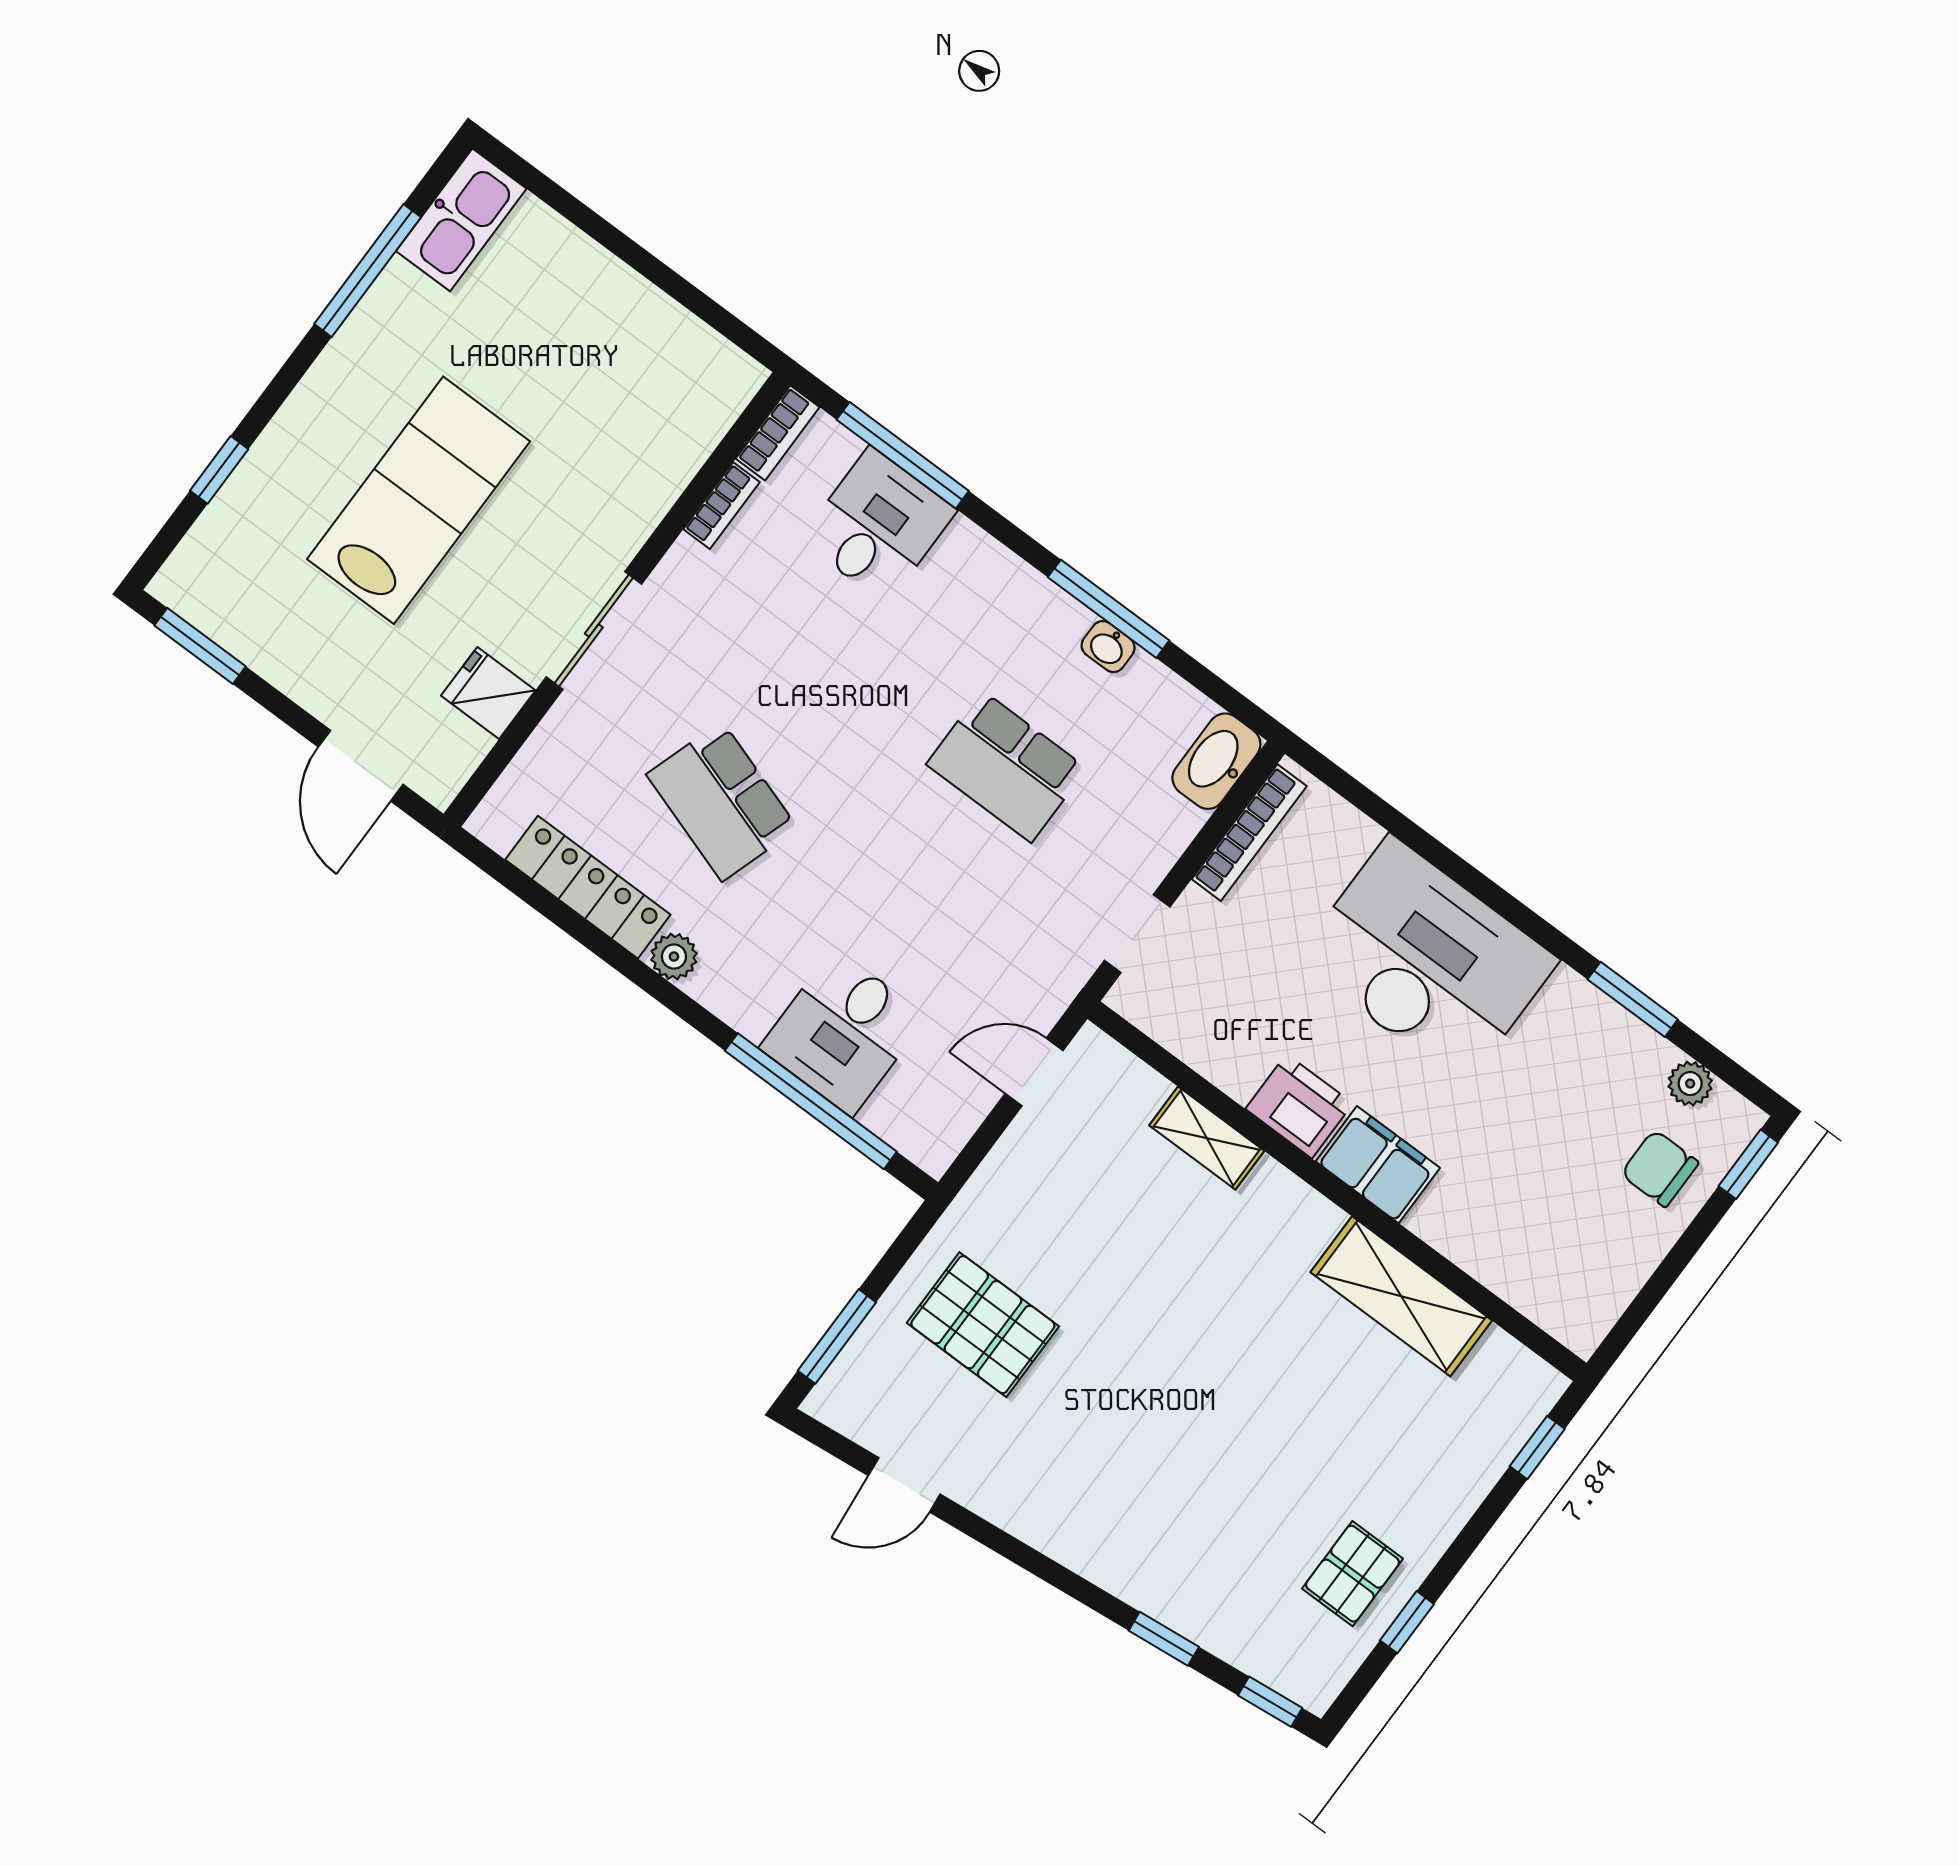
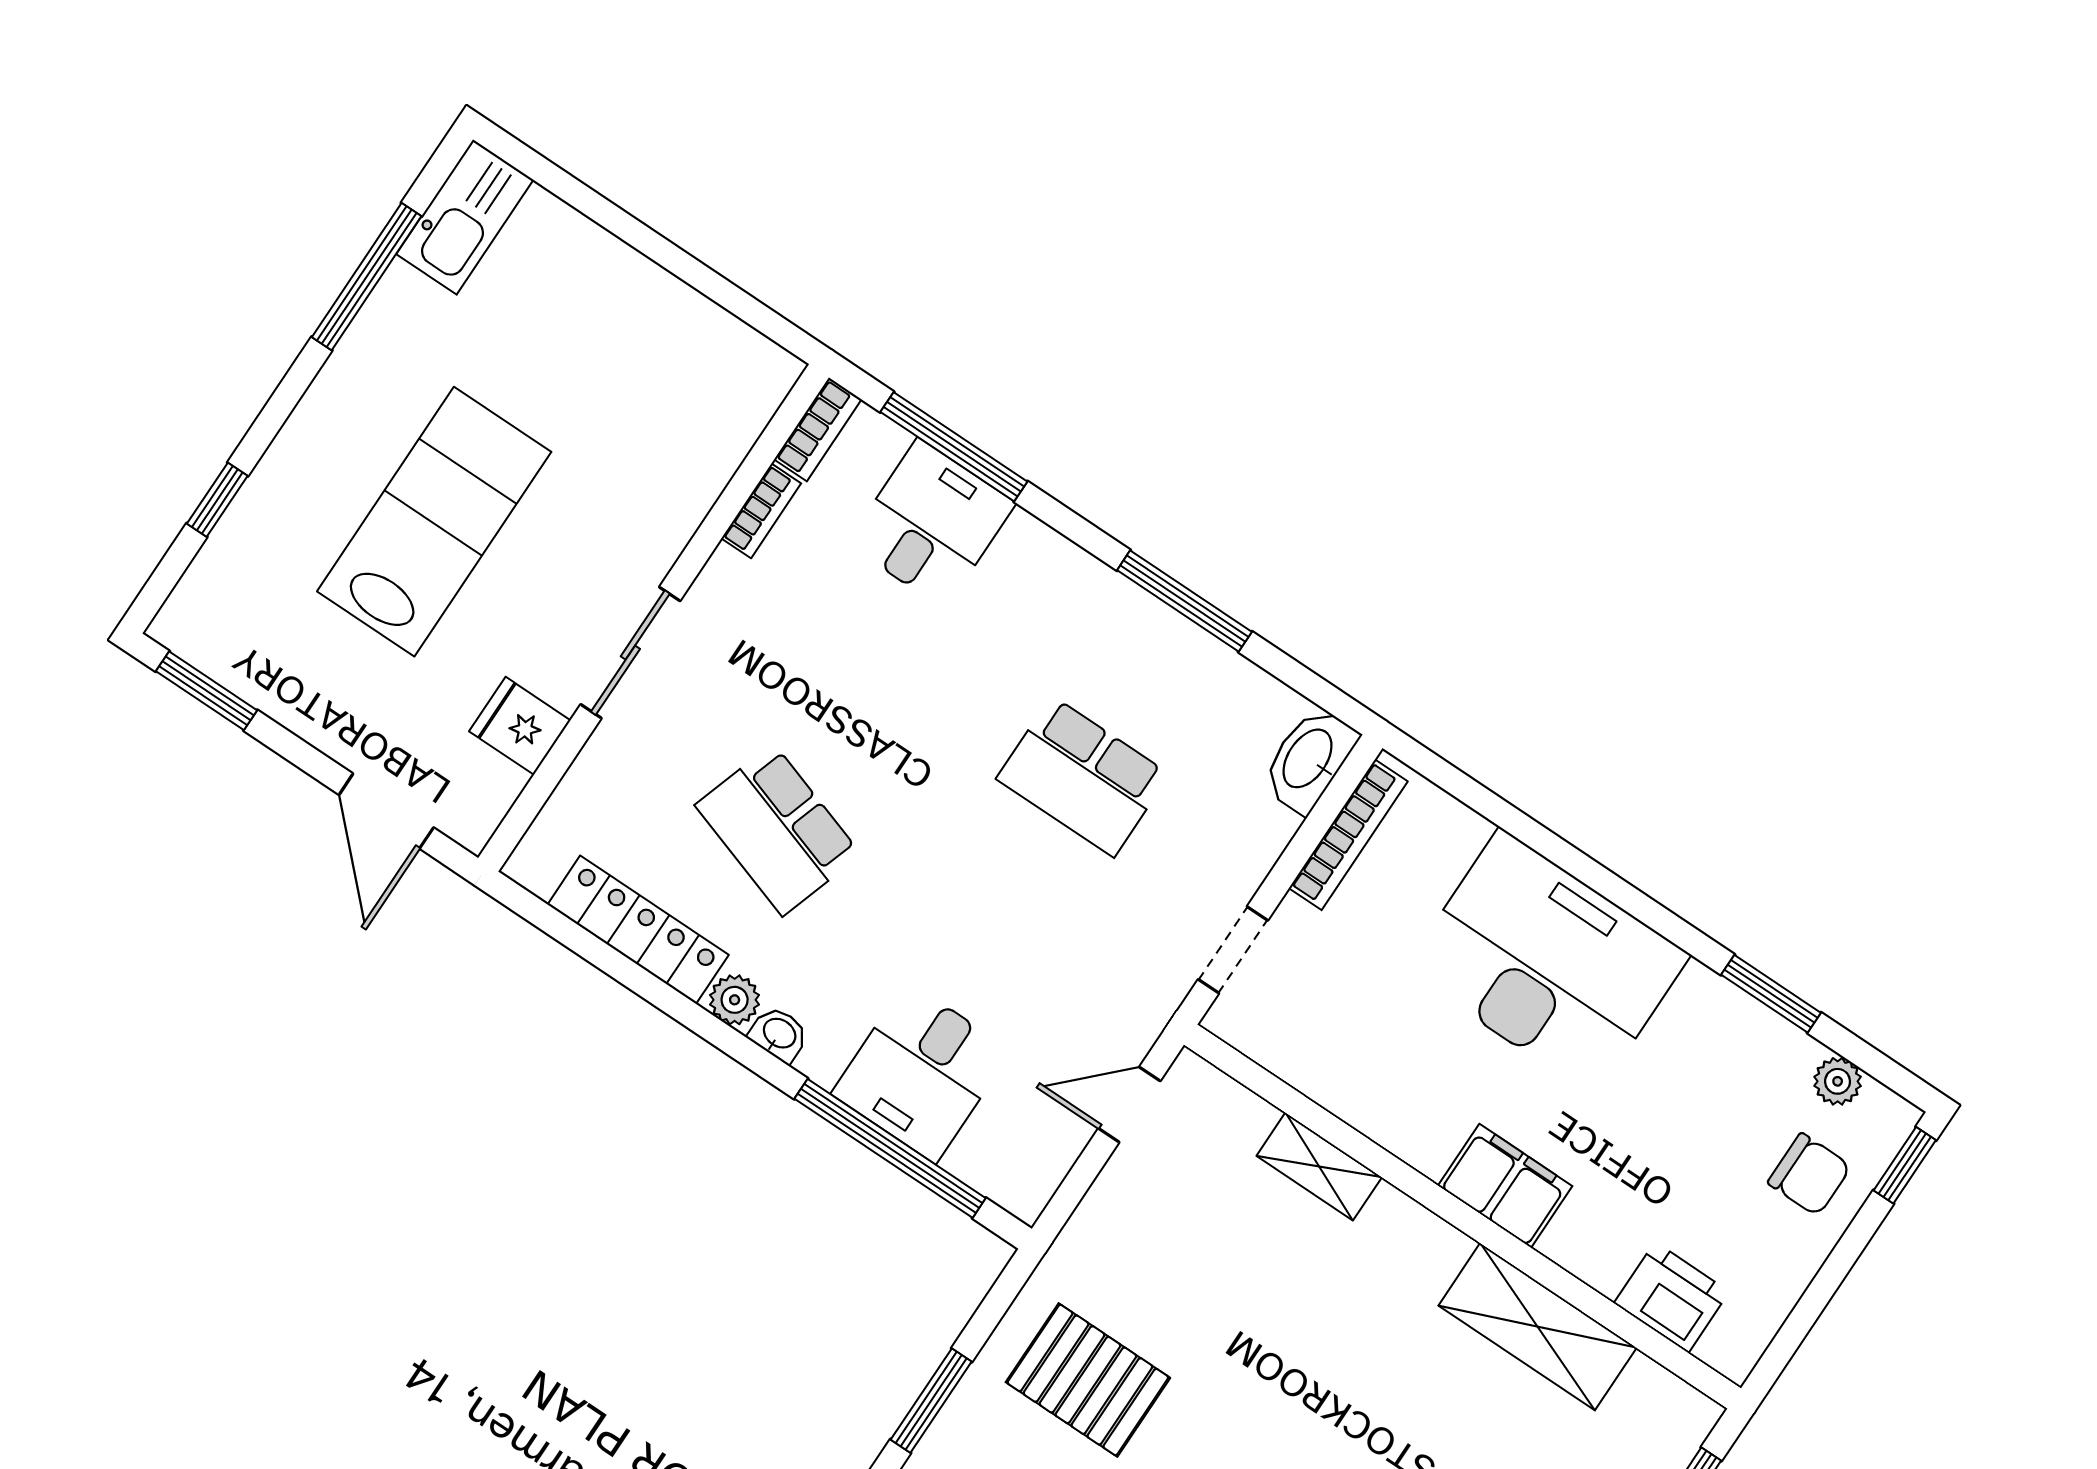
washbasin: (1108, 647) -> (779, 1034), moved, turned 180
printer: (1299, 1106) -> (1672, 1297), moved
chair: (1660, 1168) -> (1809, 1174), turned 180

